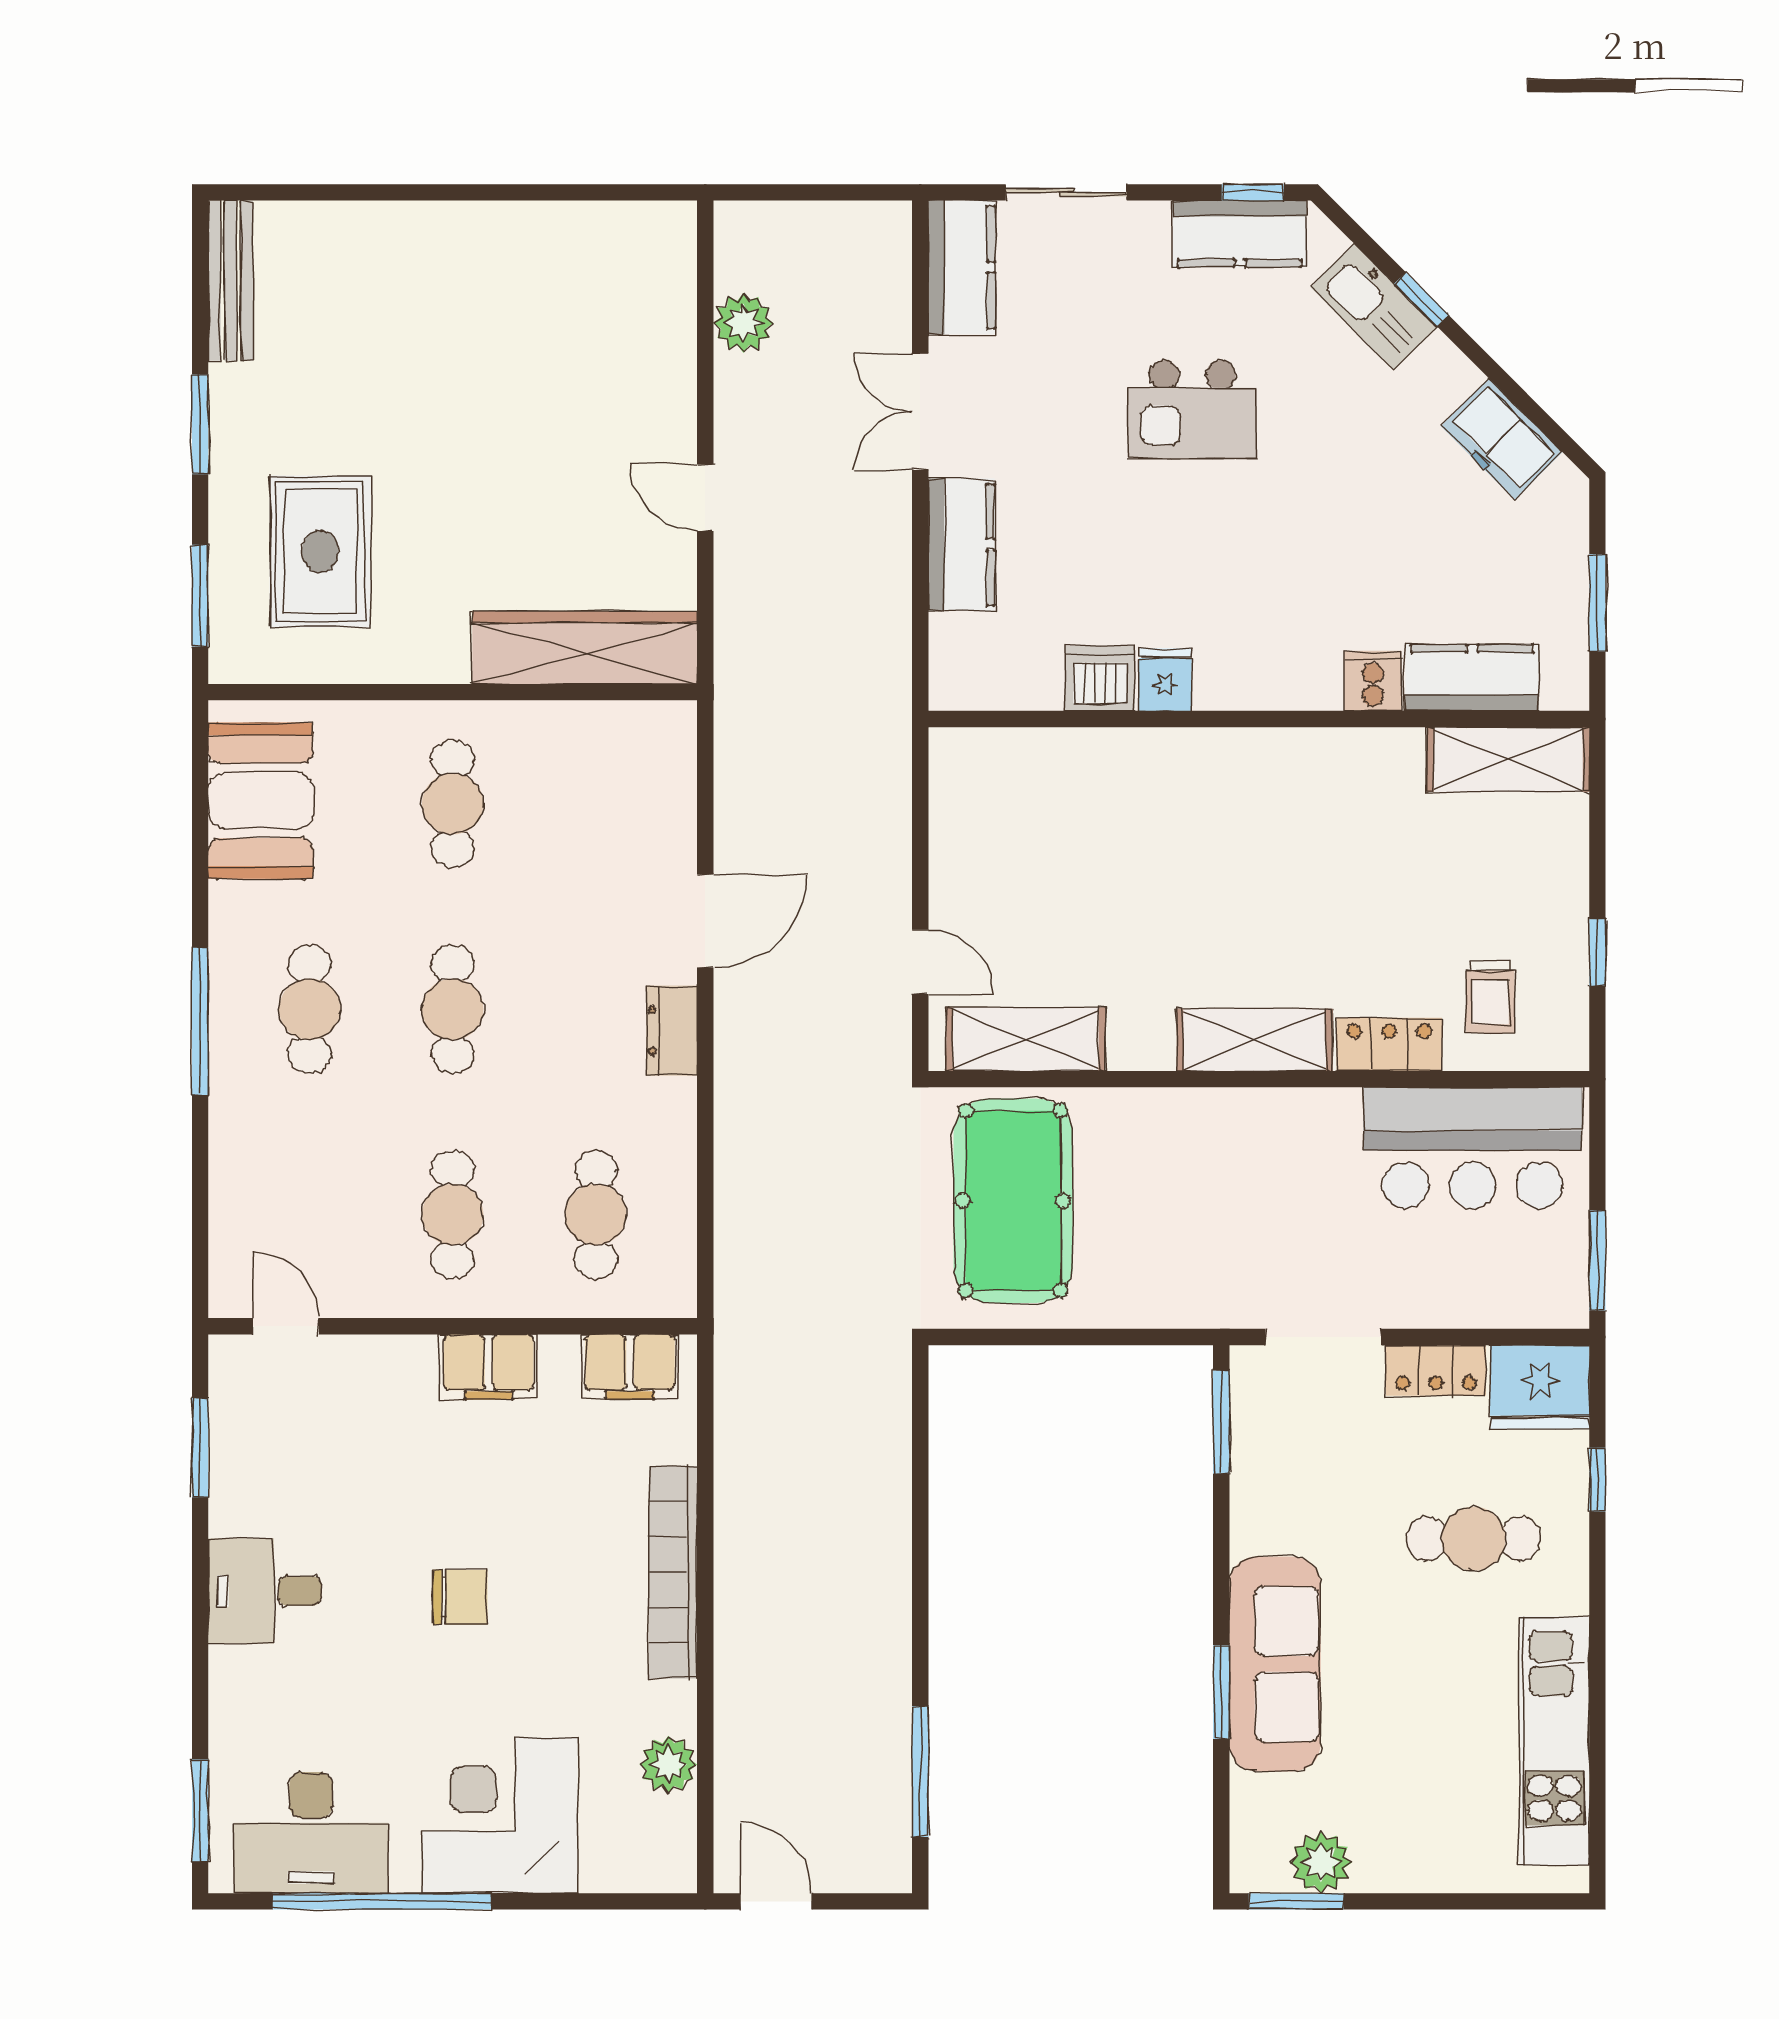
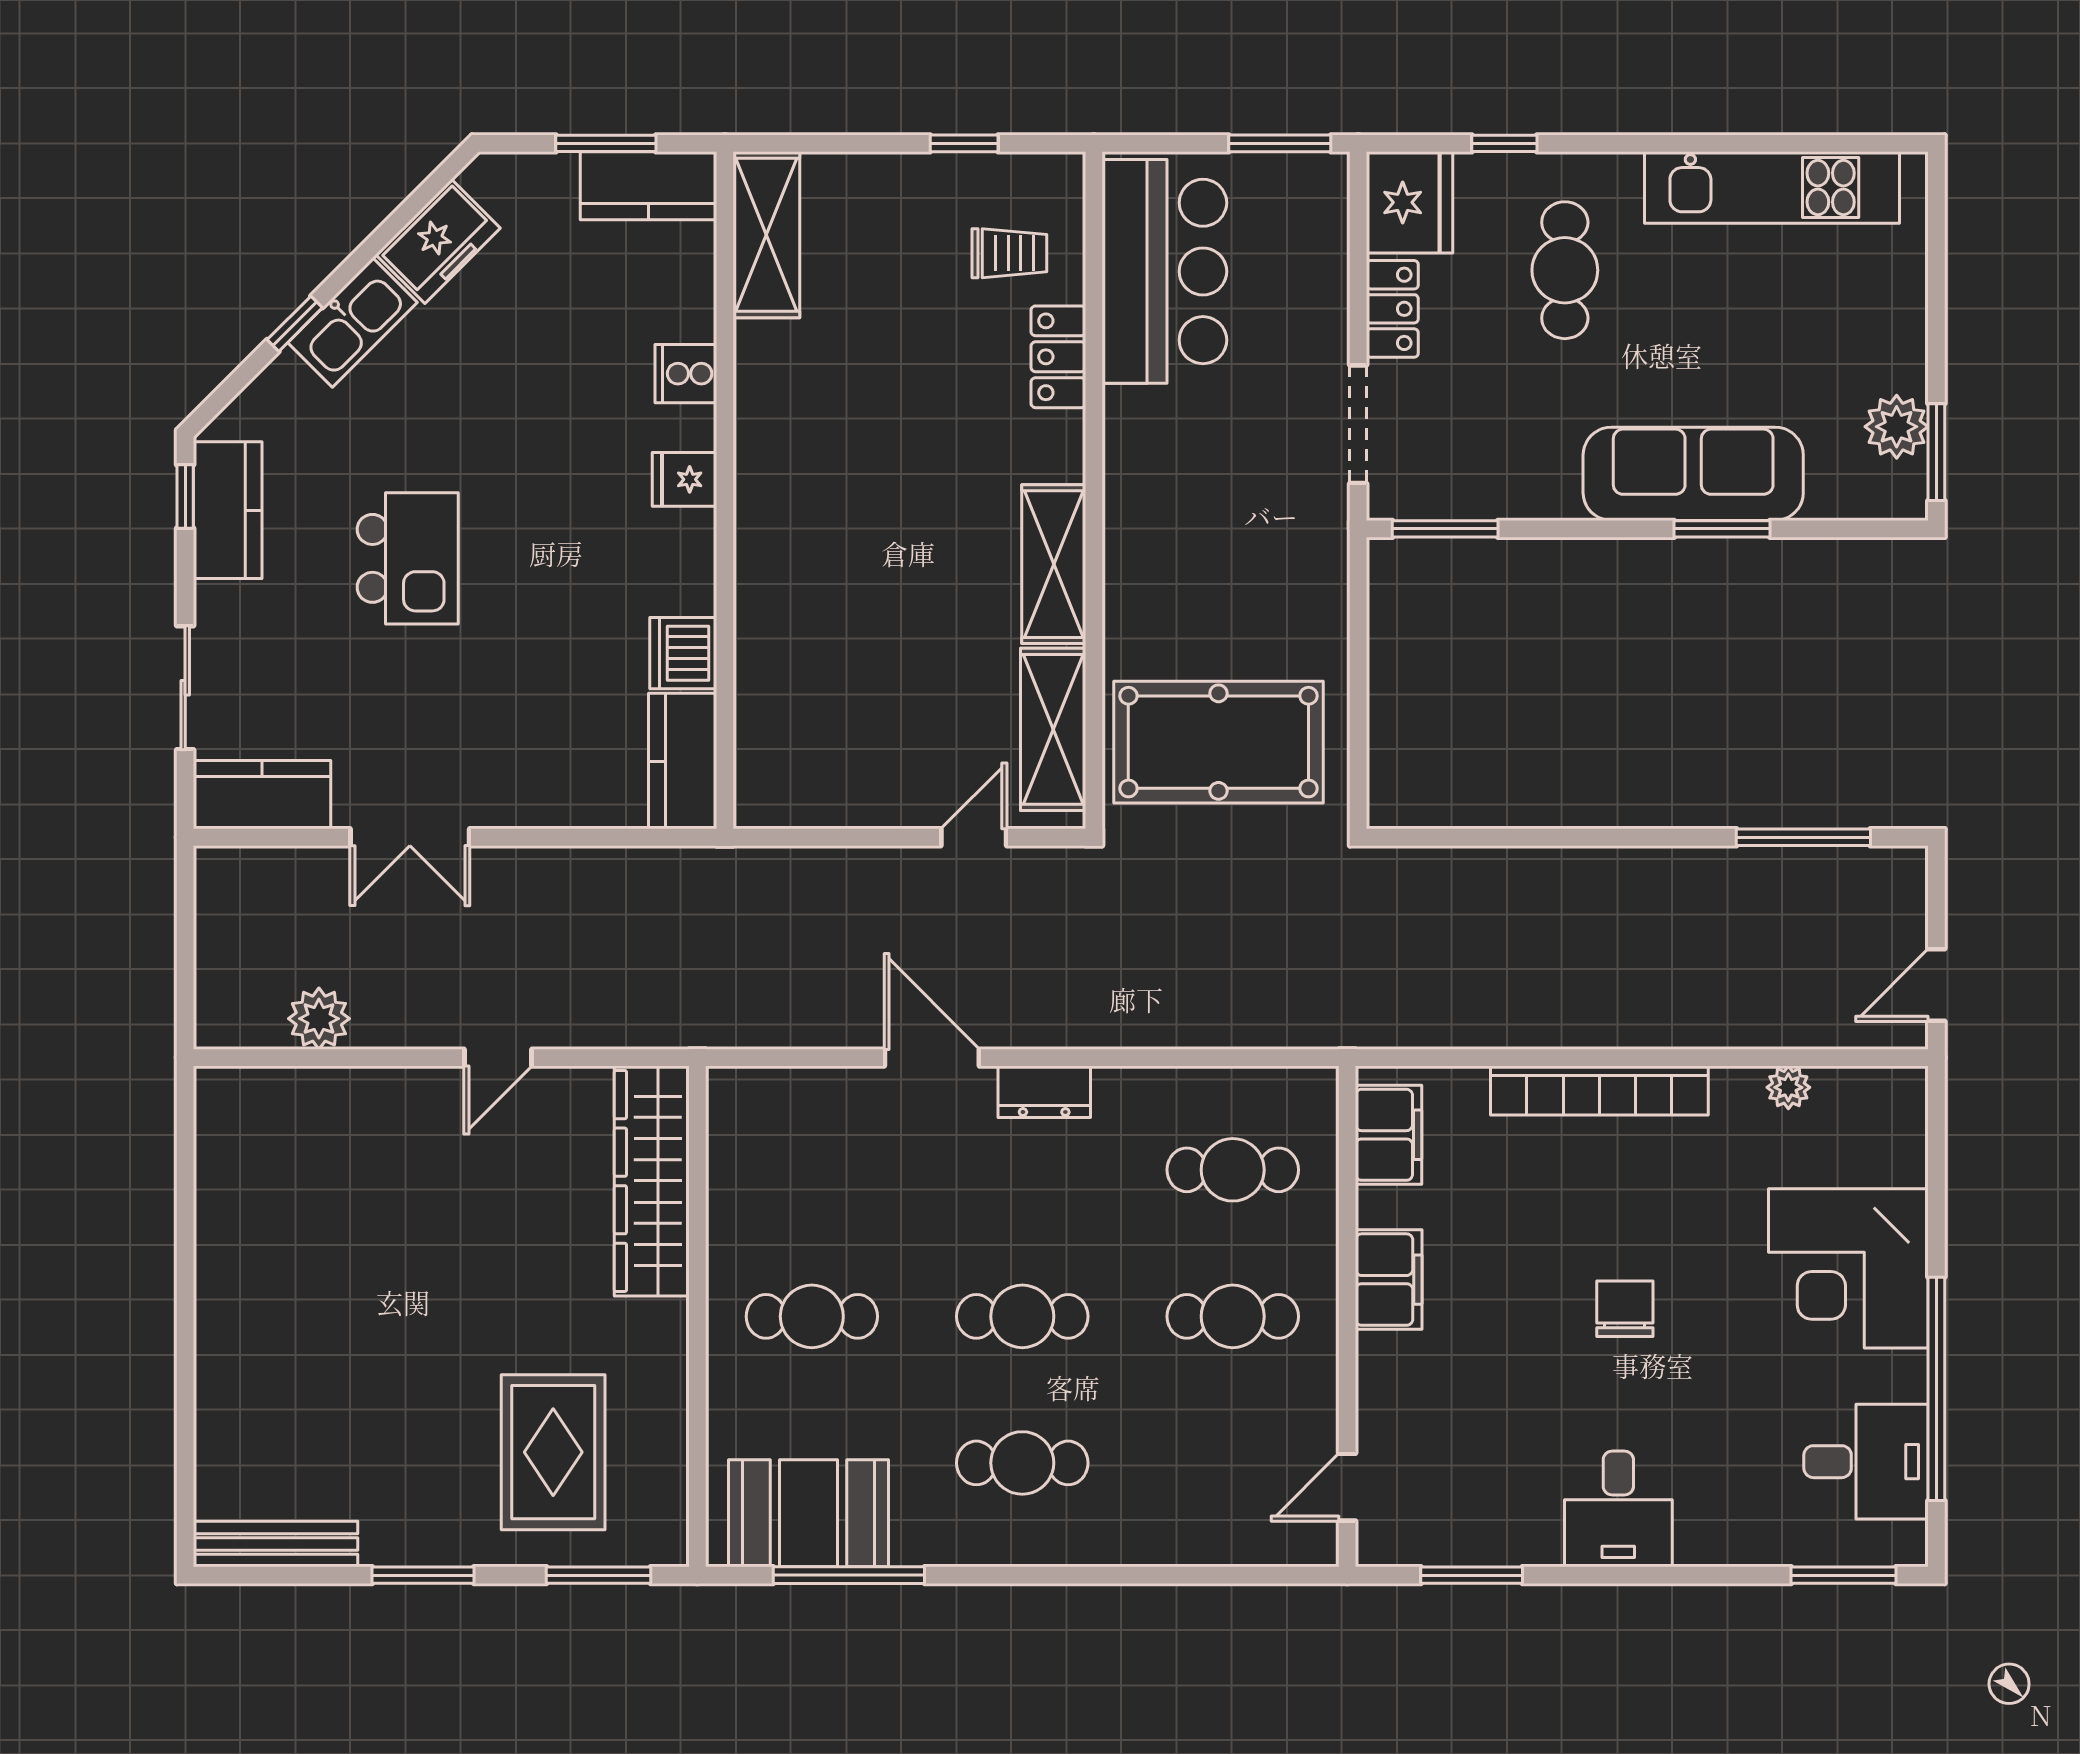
kitchen sink: (1374, 307) -> (353, 322), moved
kitchen counter: (961, 545) -> (683, 761), moved, turned -90
rug: (320, 552) -> (553, 1452), turned 90
kitchen counter: (1472, 678) -> (648, 186), moved, turned -90
fridge: (1165, 680) -> (684, 479), moved
window: (200, 1021) -> (849, 1575), moved
shelving: (1255, 1040) -> (1054, 564), moved
plant: (668, 1765) -> (1788, 1087), width x0.73, depth x0.73
desk: (311, 1833) -> (1866, 1462), width x0.73

